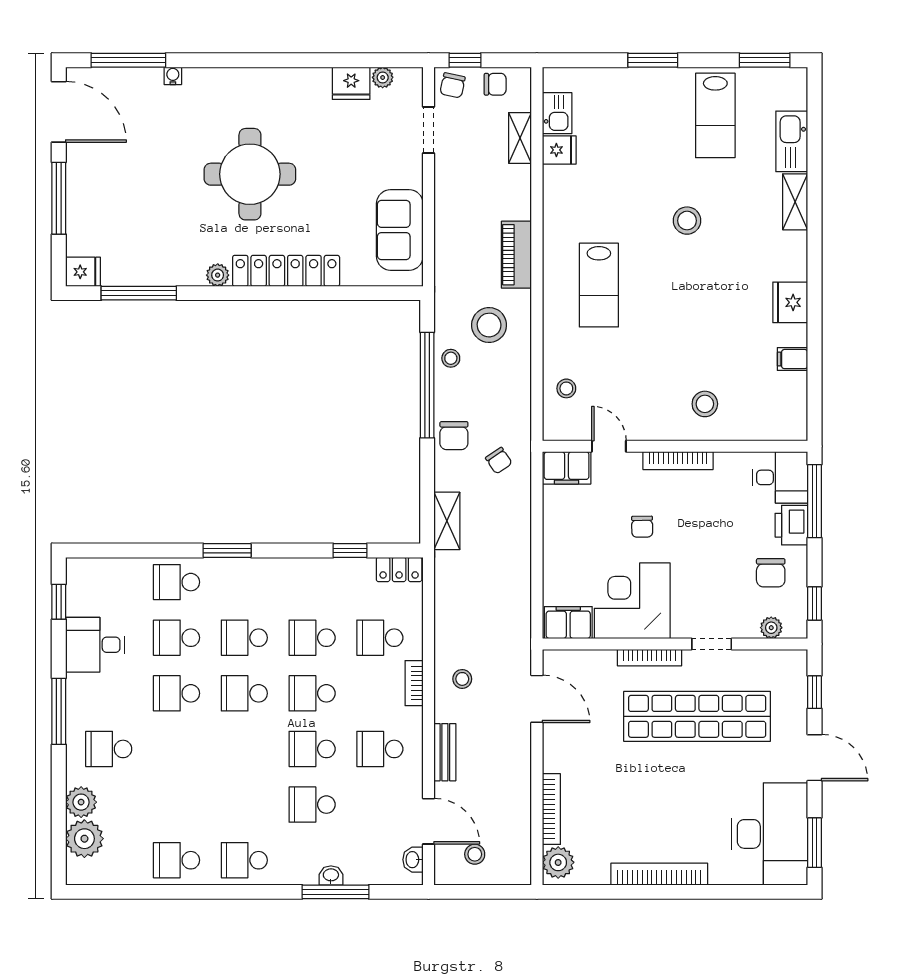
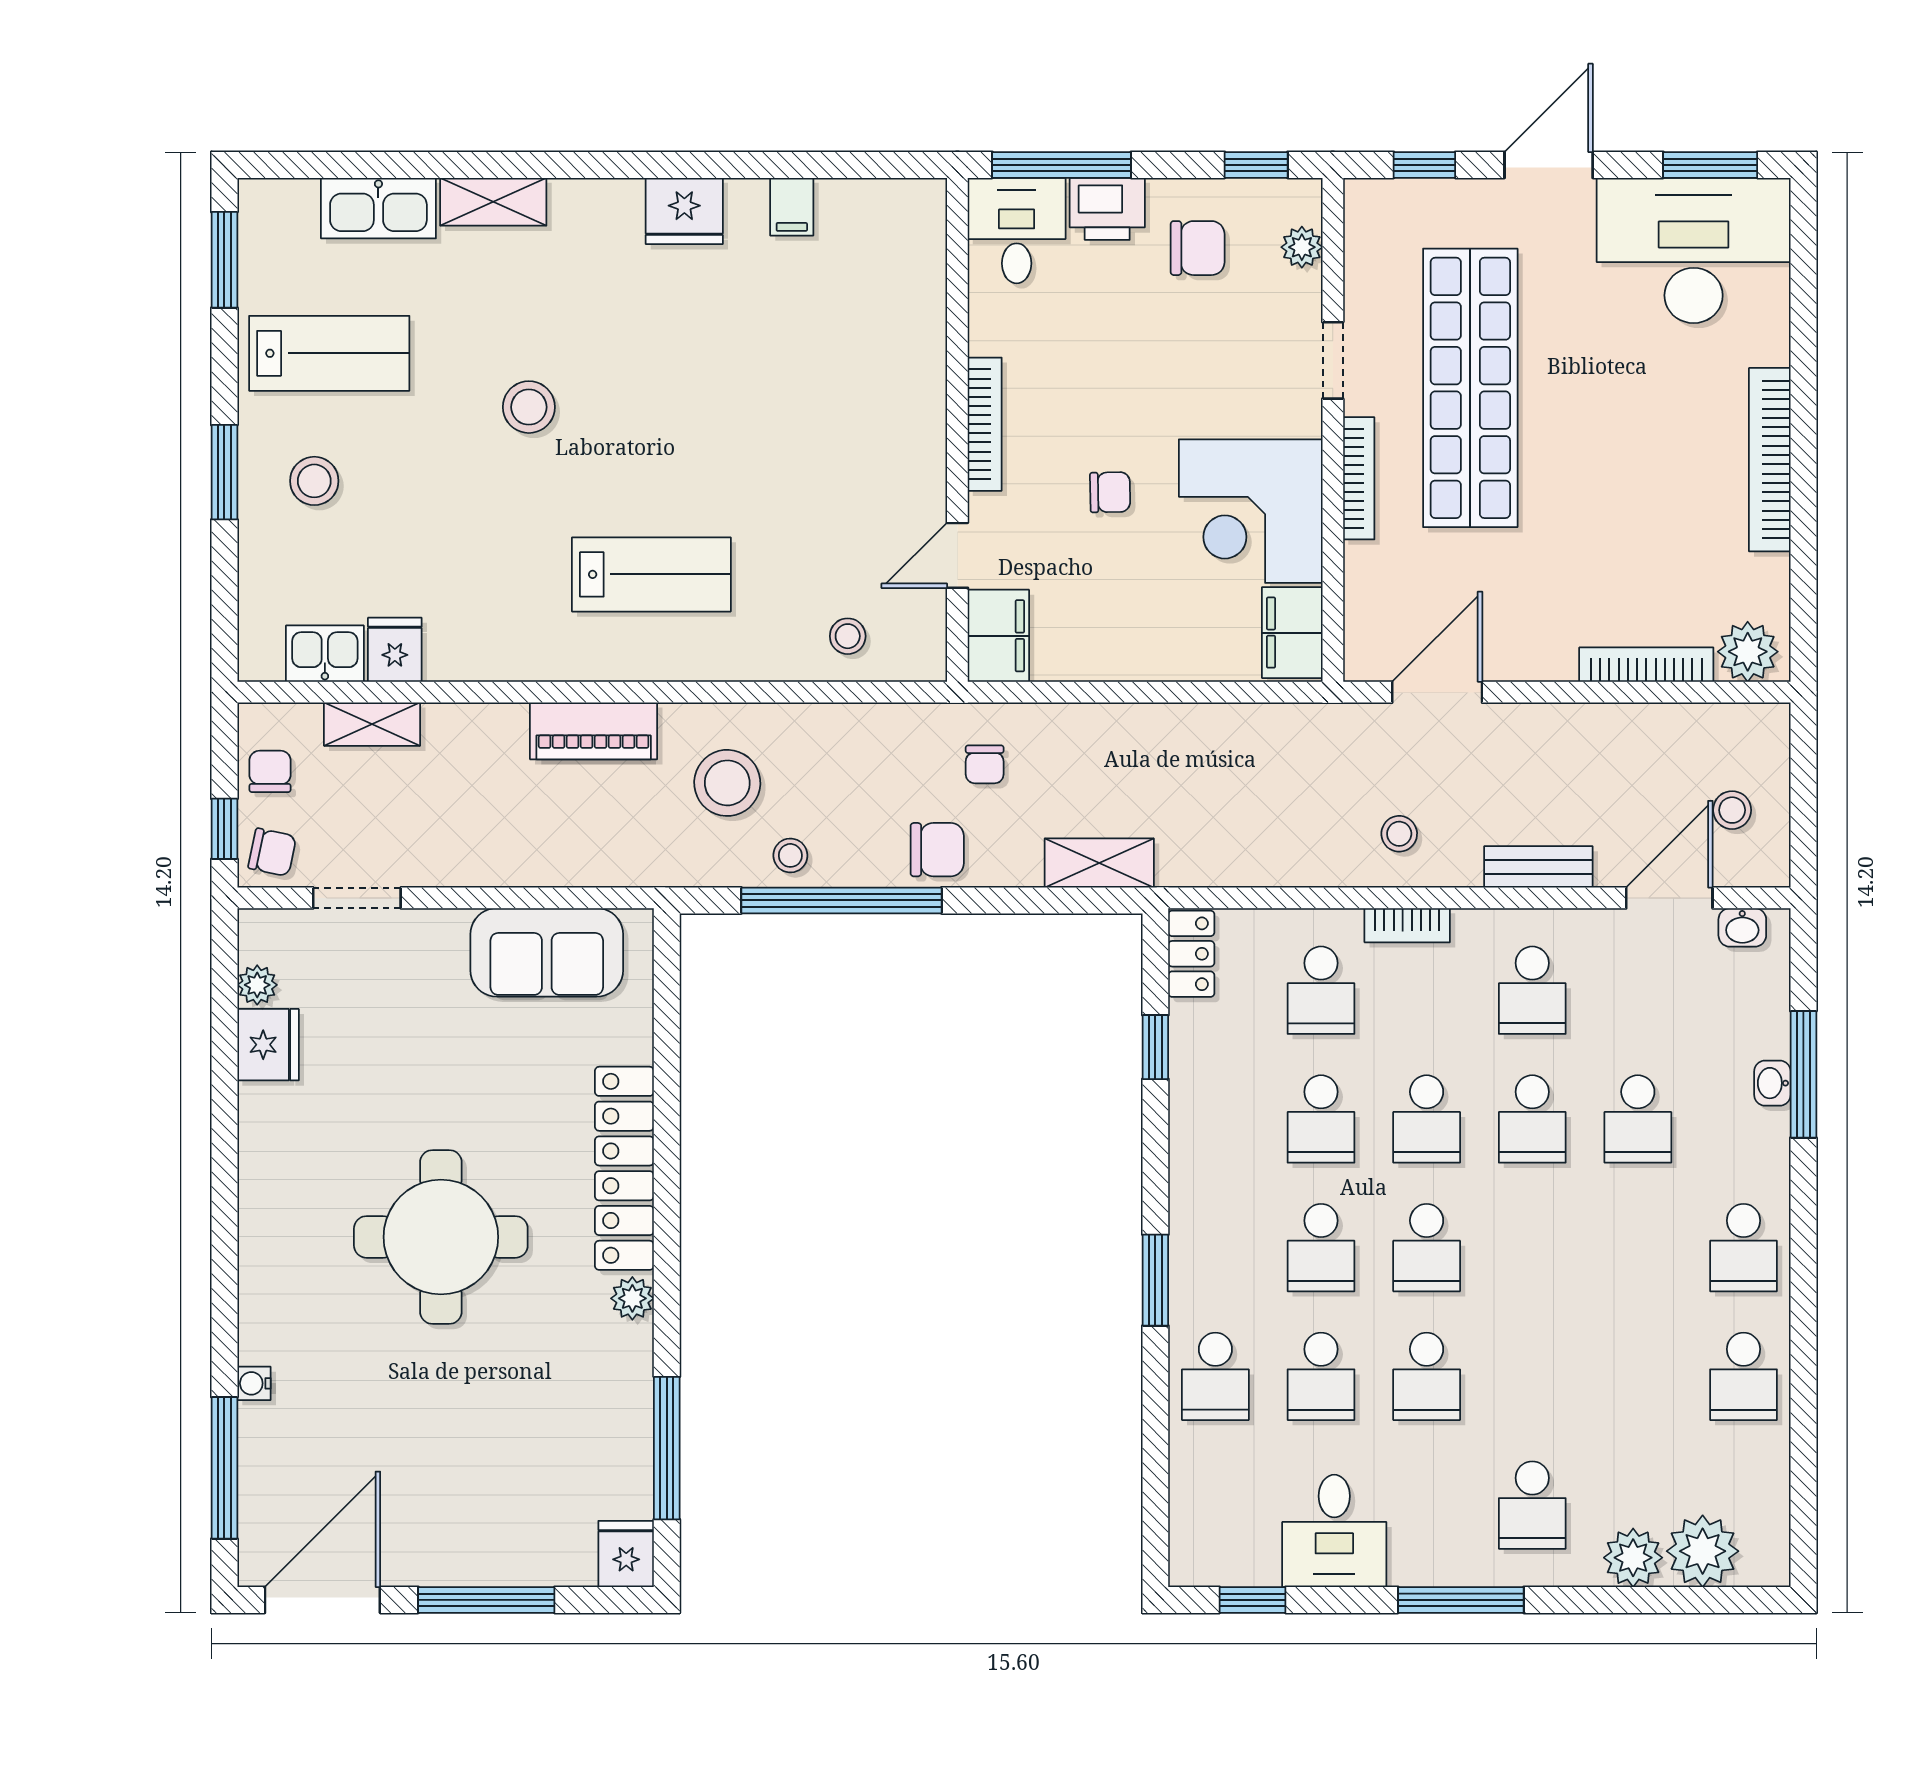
stool: (705, 404) -> (314, 481), moved
chair: (499, 461) -> (985, 764), turned 124

